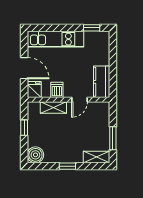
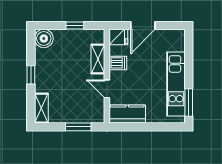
window: (92, 28) -> (189, 103), width x1.50
kitchen unit: (55, 39) -> (176, 84), moved
window: (113, 138) -> (78, 127), moved

